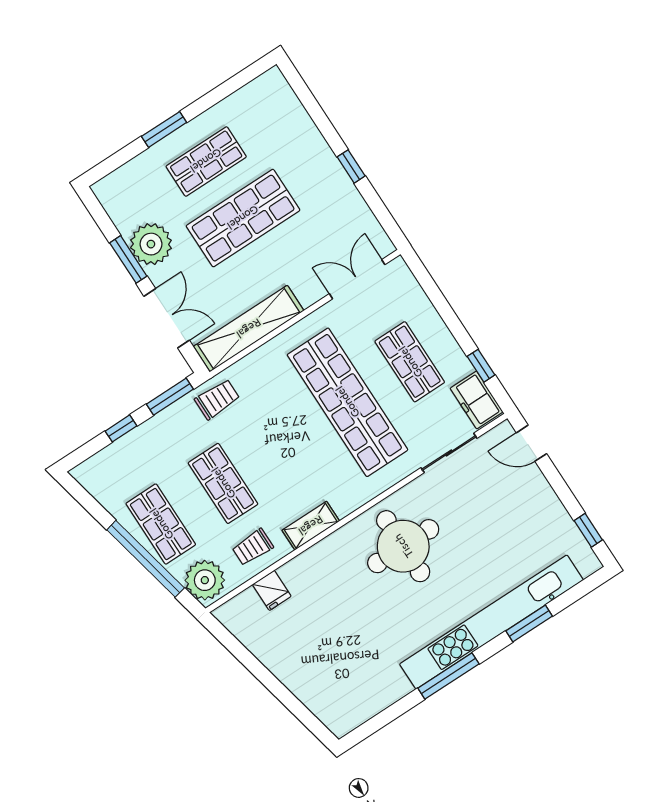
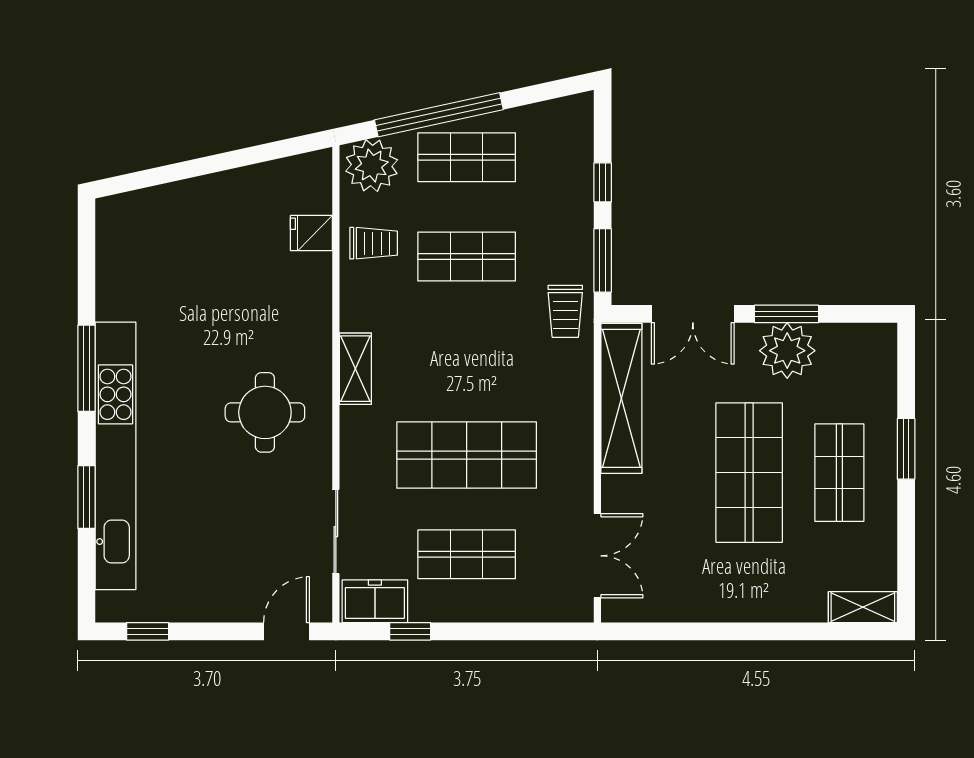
shelving: (281, 92) -> (863, 607), added
window: (351, 166) -> (728, 631), removed
shop shelf: (347, 402) -> (467, 455), width x0.71
shelving: (311, 526) -> (355, 369), moved
round table: (403, 546) -> (265, 412), width x0.73, depth x0.73
trolley: (253, 547) -> (374, 243), turned 90

